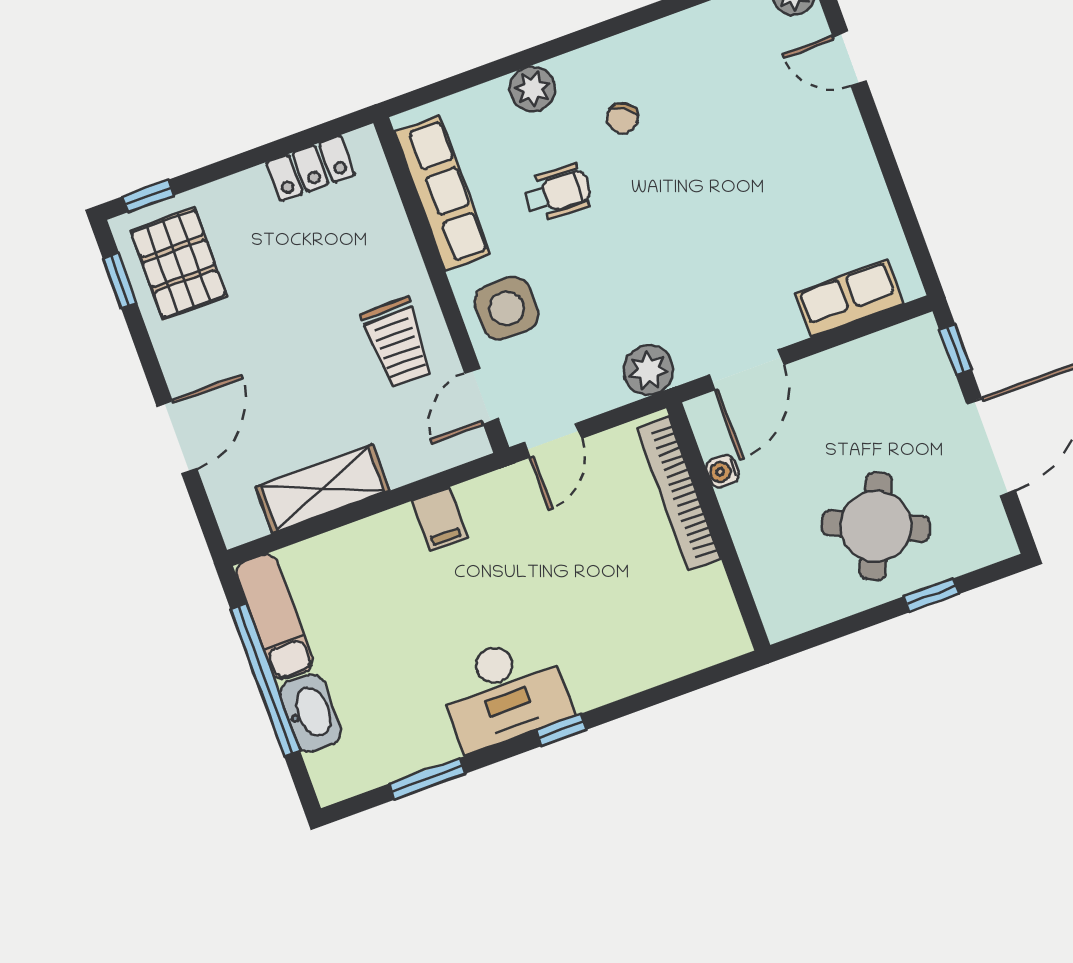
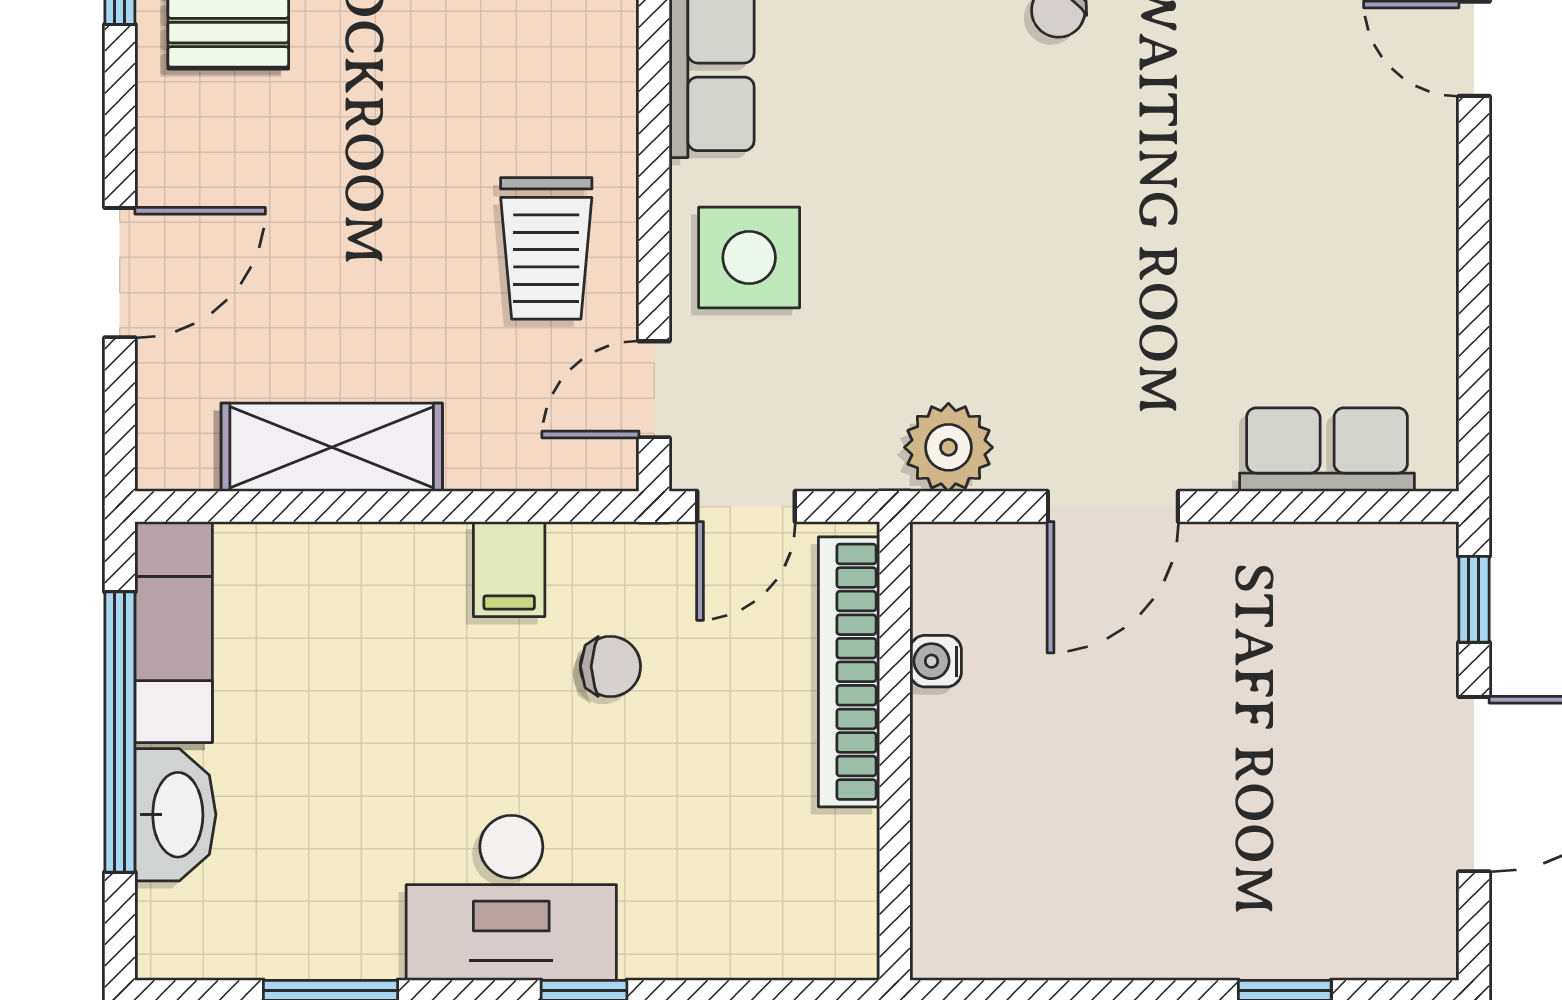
wheelchair: (558, 193) -> (905, 96), removed
water cooler: (723, 471) -> (936, 661), moved
bookcase: (679, 493) -> (849, 672), moved
wall: (718, 526) -> (895, 751), moved
round table: (876, 526) -> (1234, 846), removed
chair: (512, 551) -> (610, 666), added

